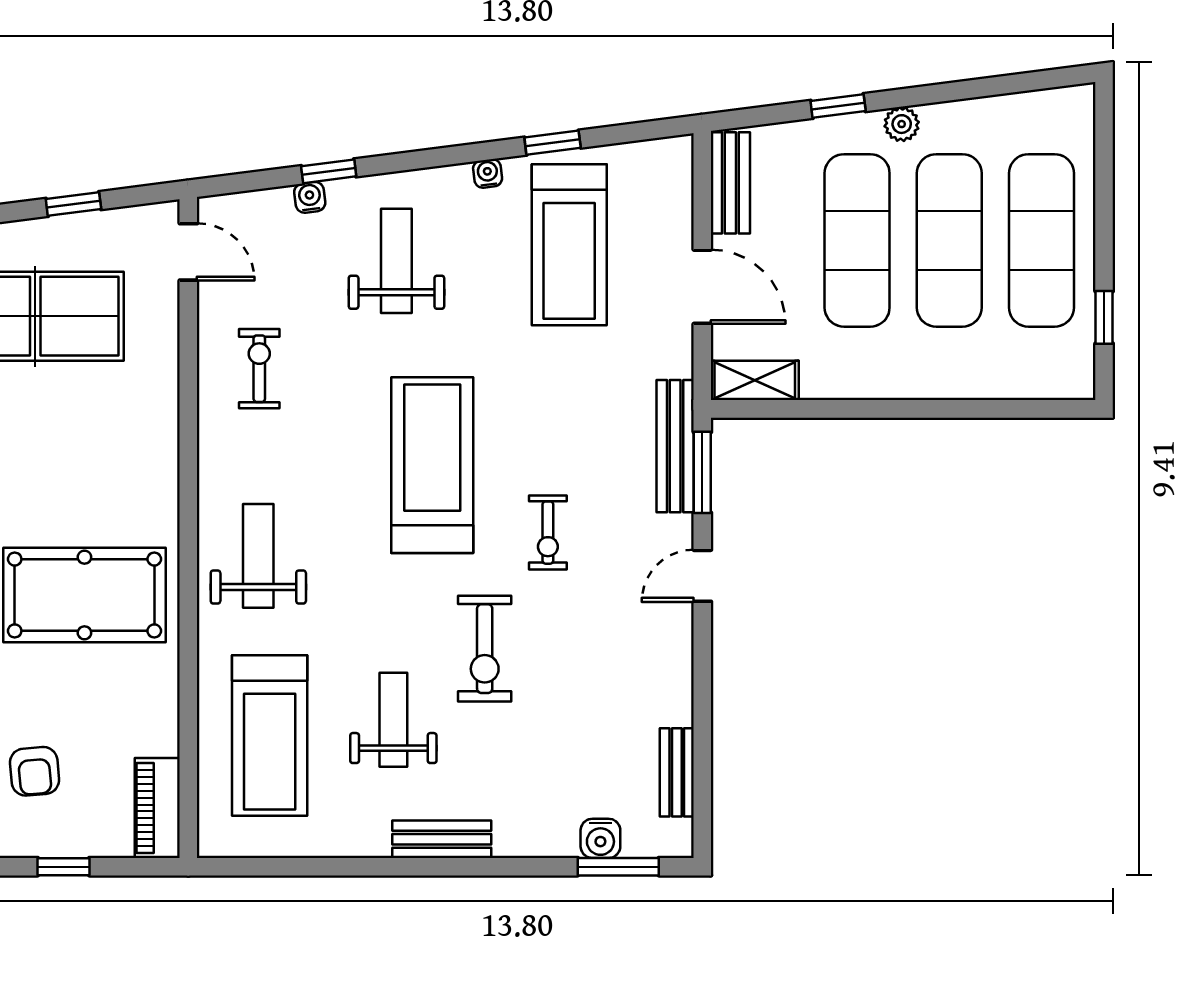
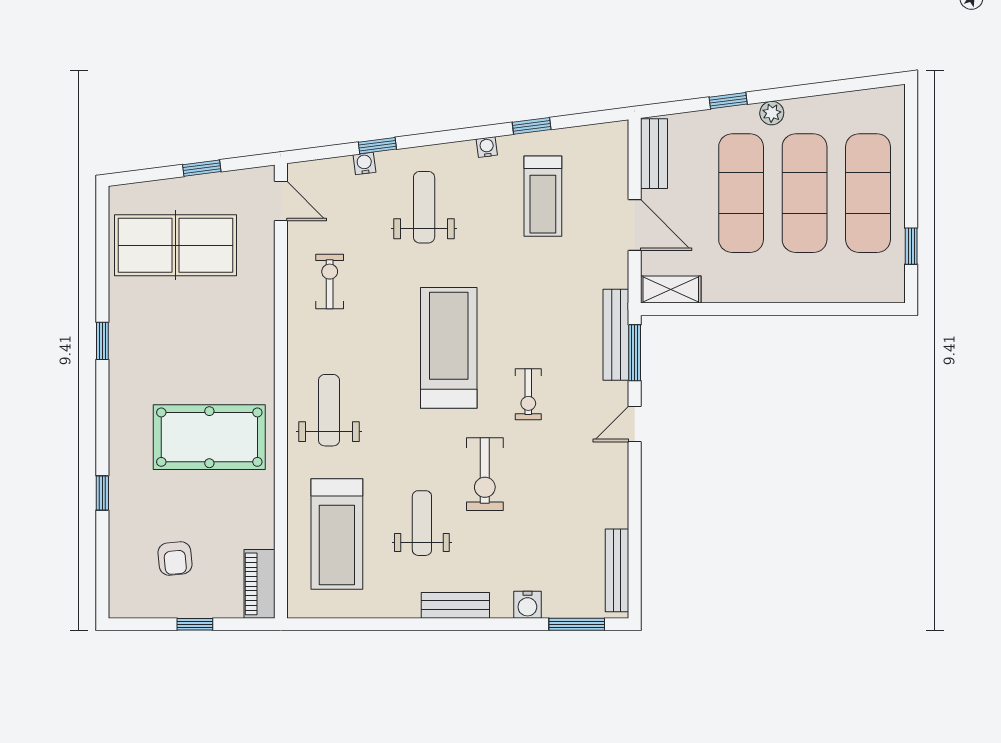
treadmill: (569, 245) -> (543, 196), width x0.73, depth x0.73
bench: (677, 772) -> (617, 570), width x1.36
water cooler: (600, 838) -> (527, 605), moved

